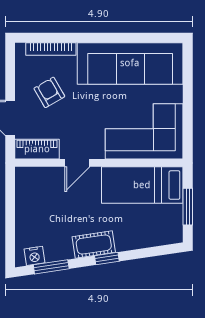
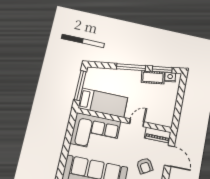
window: (188, 207) -> (80, 85), width x1.44
cot: (94, 244) -> (153, 77), moved
window: (107, 258) -> (131, 67), width x2.17

